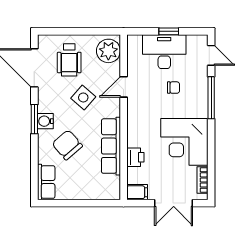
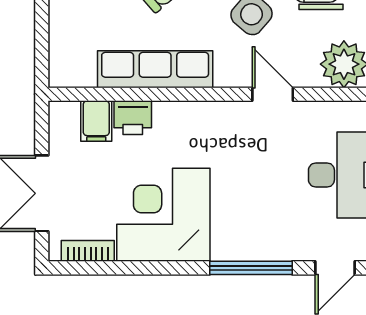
chair: (174, 88) -> (271, 193), removed
filing cabinet: (137, 192) -> (96, 121), moved

